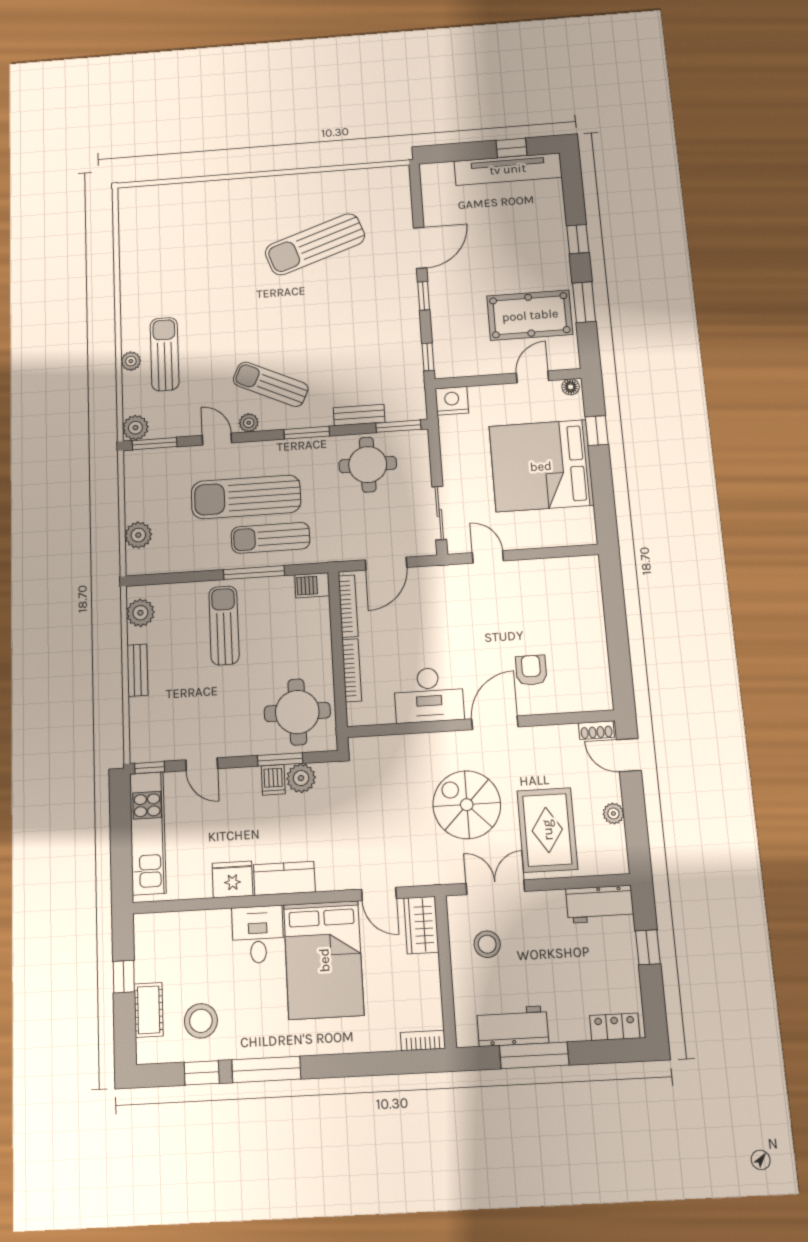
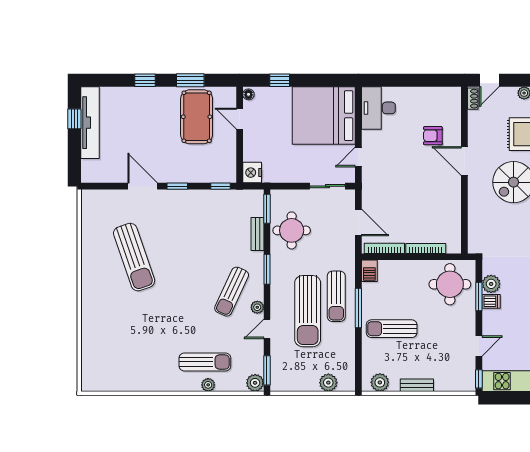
sun lounger: (165, 354) -> (205, 362), turned 180
bed: (541, 466) -> (324, 116), moved, turned 90
desk: (429, 695) -> (378, 108), moved, turned 180

